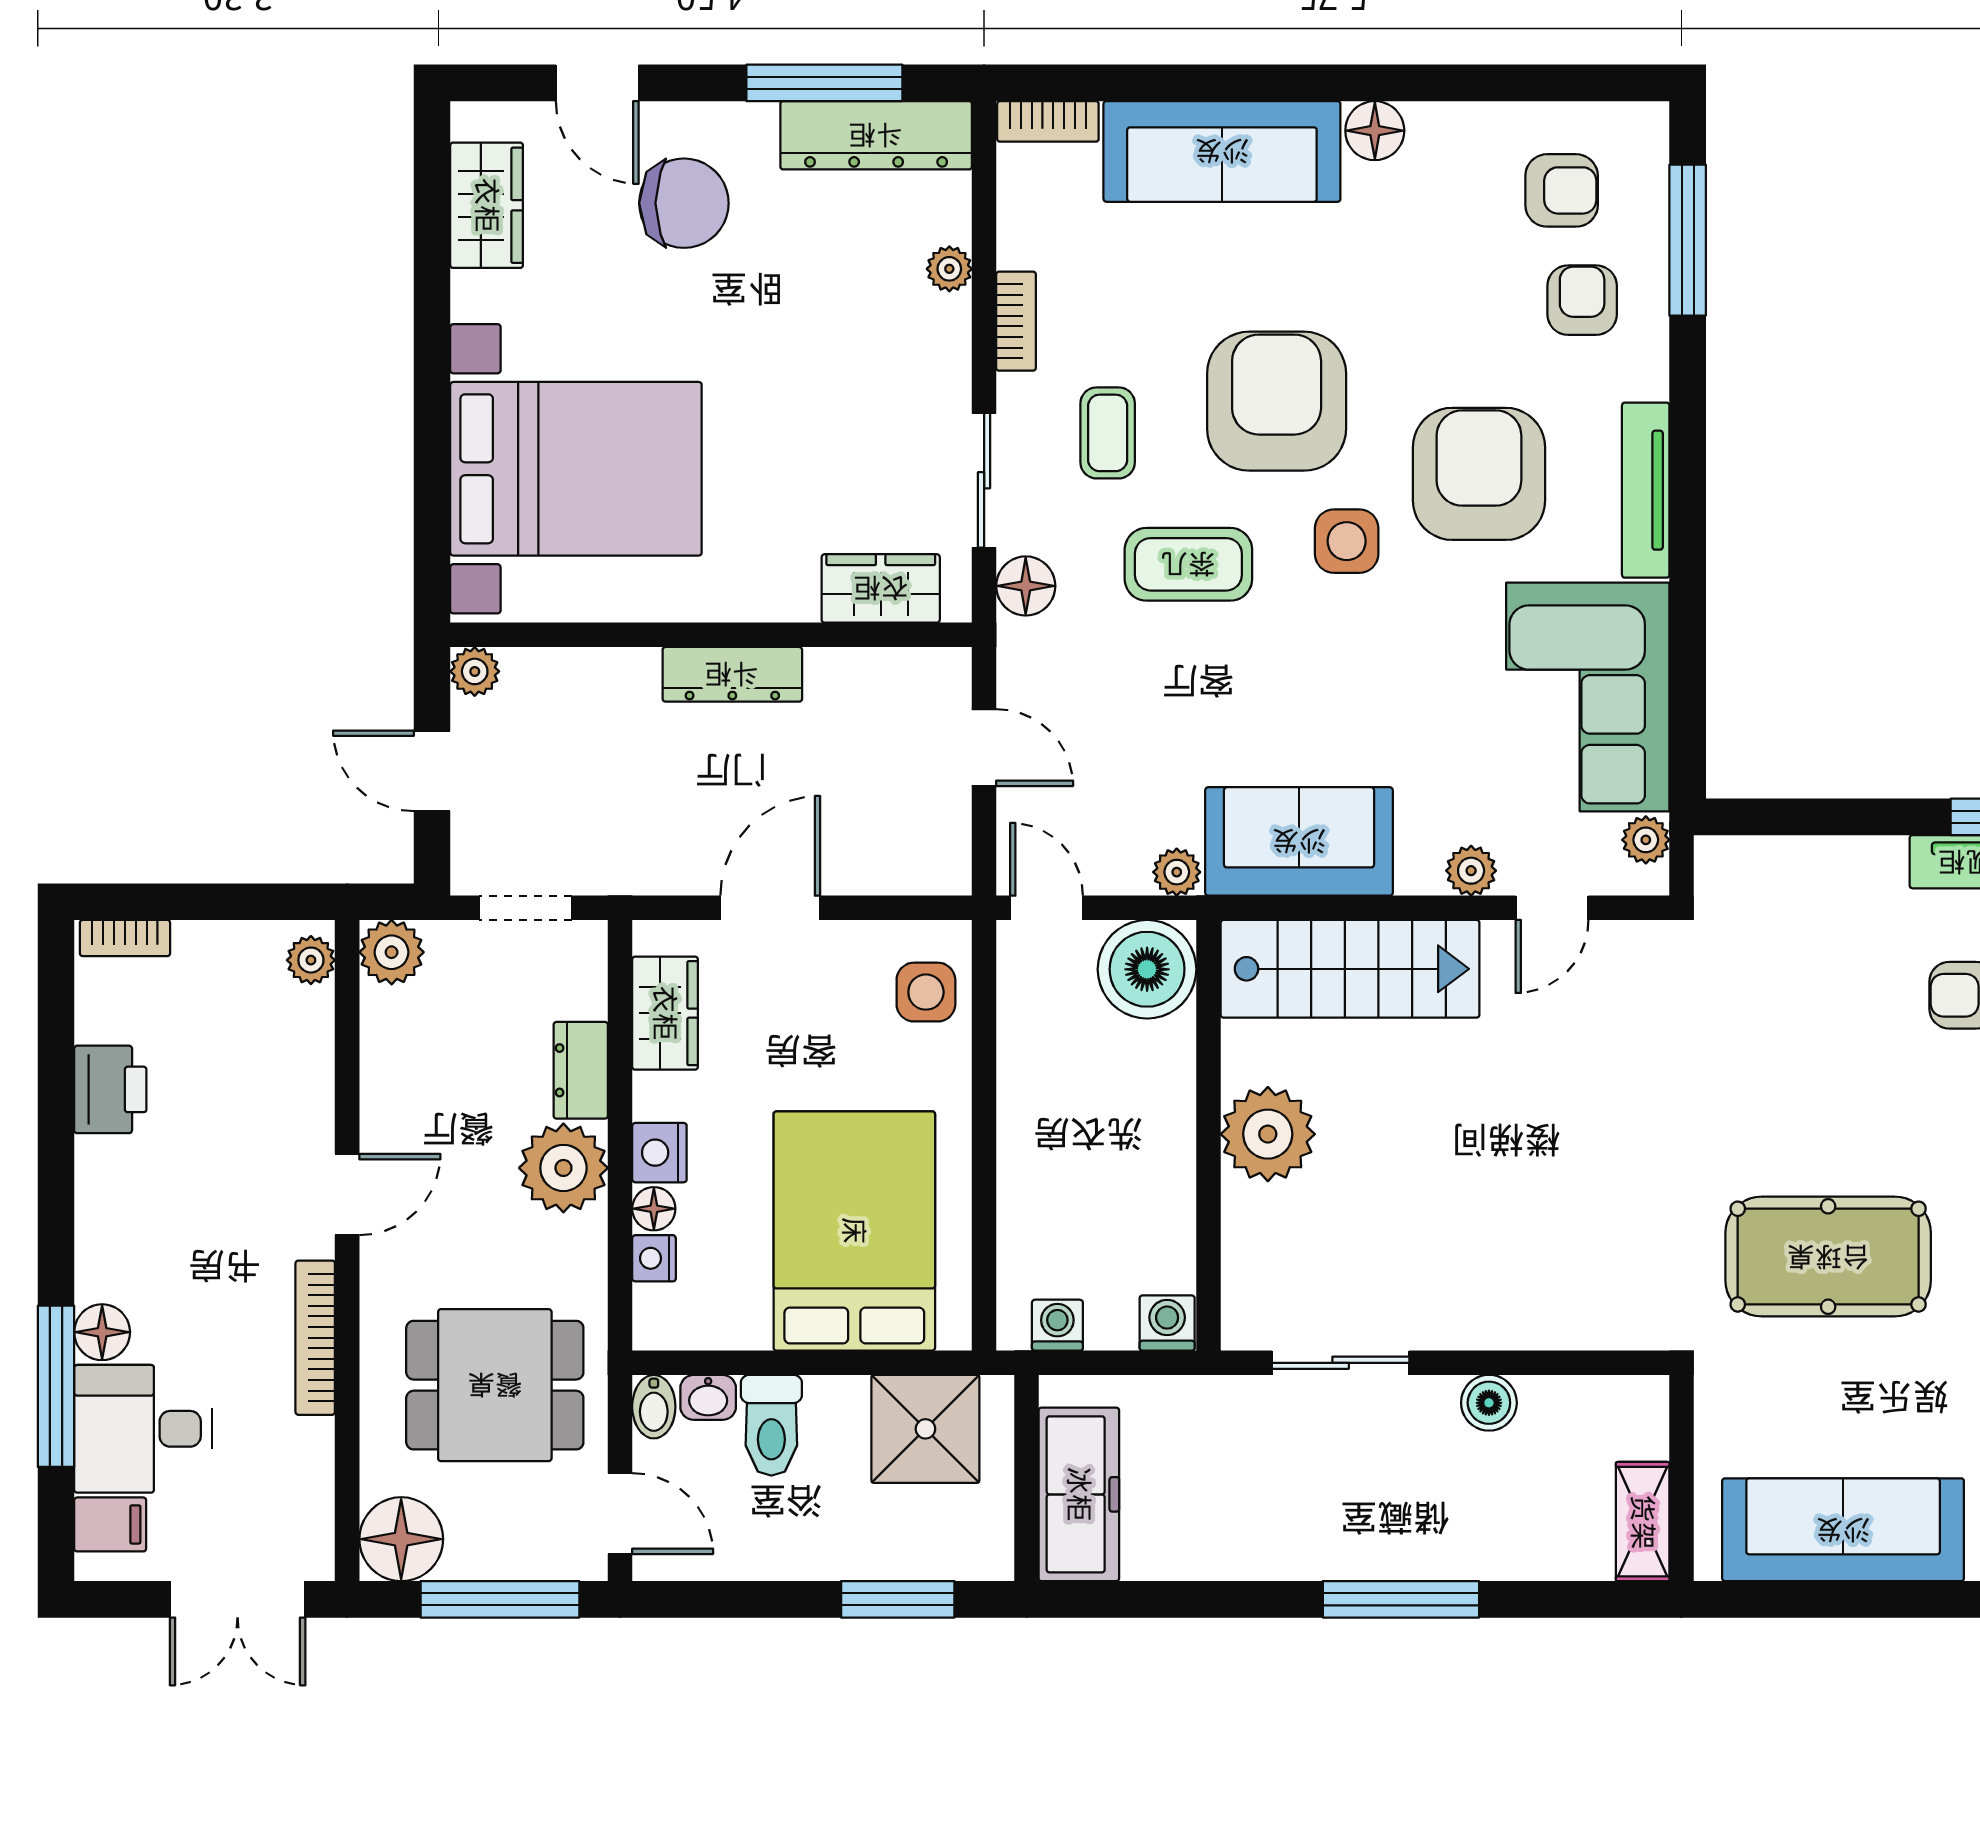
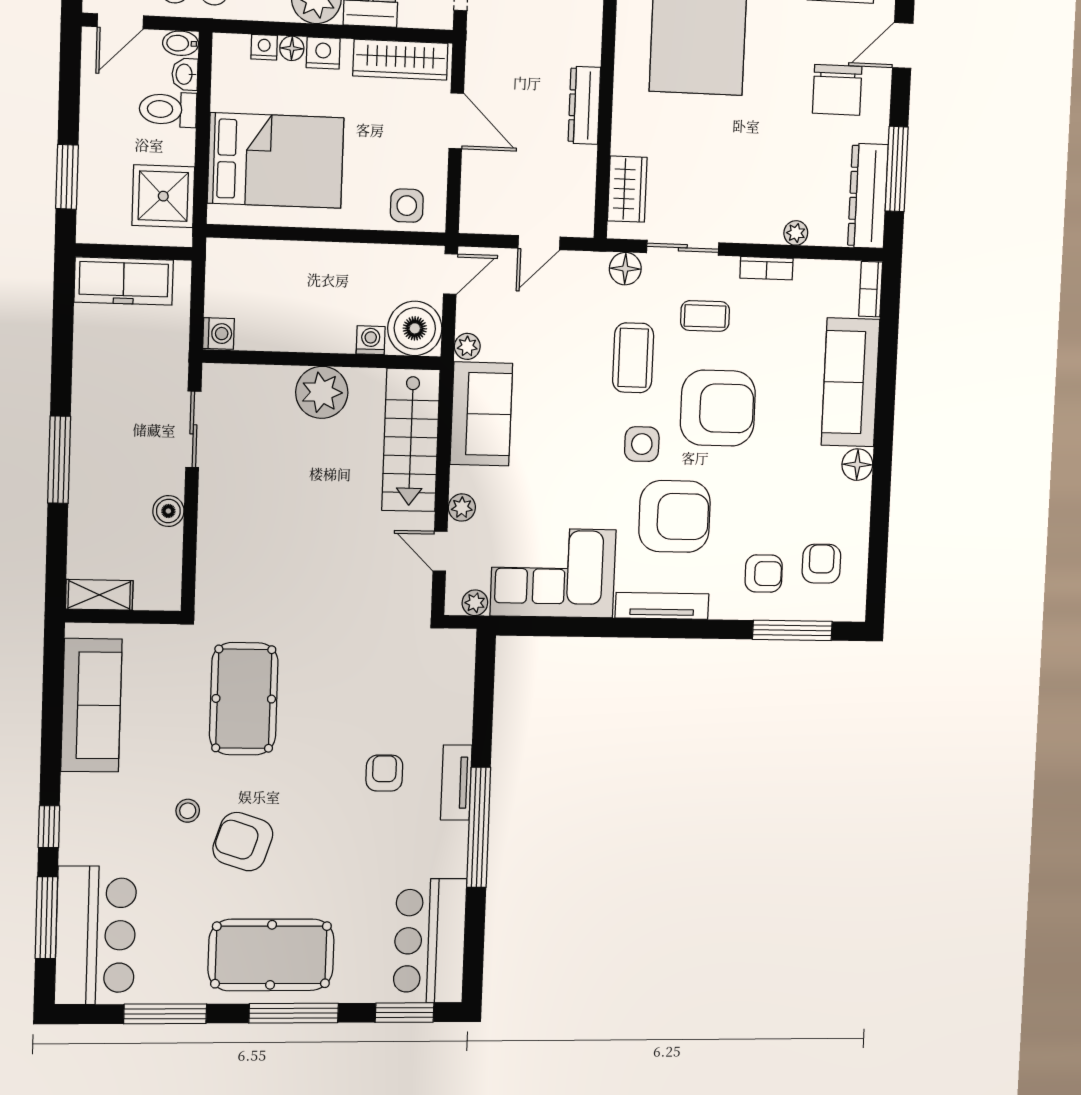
armchair: (1562, 190) -> (821, 564), turned 180
wardrobe: (665, 1013) -> (400, 60), width x1.50
washing machine: (1057, 1325) -> (371, 340), moved, turned -90

